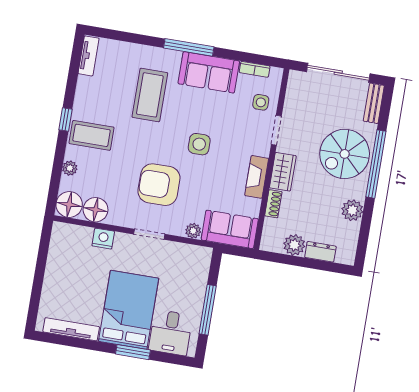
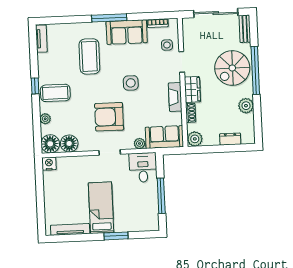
nightstand: (103, 239) -> (49, 164), moved
plant: (294, 245) -> (195, 139), moved
bed: (129, 310) -> (101, 208), width x0.67
desk: (171, 333) -> (143, 167), moved, turned 180

